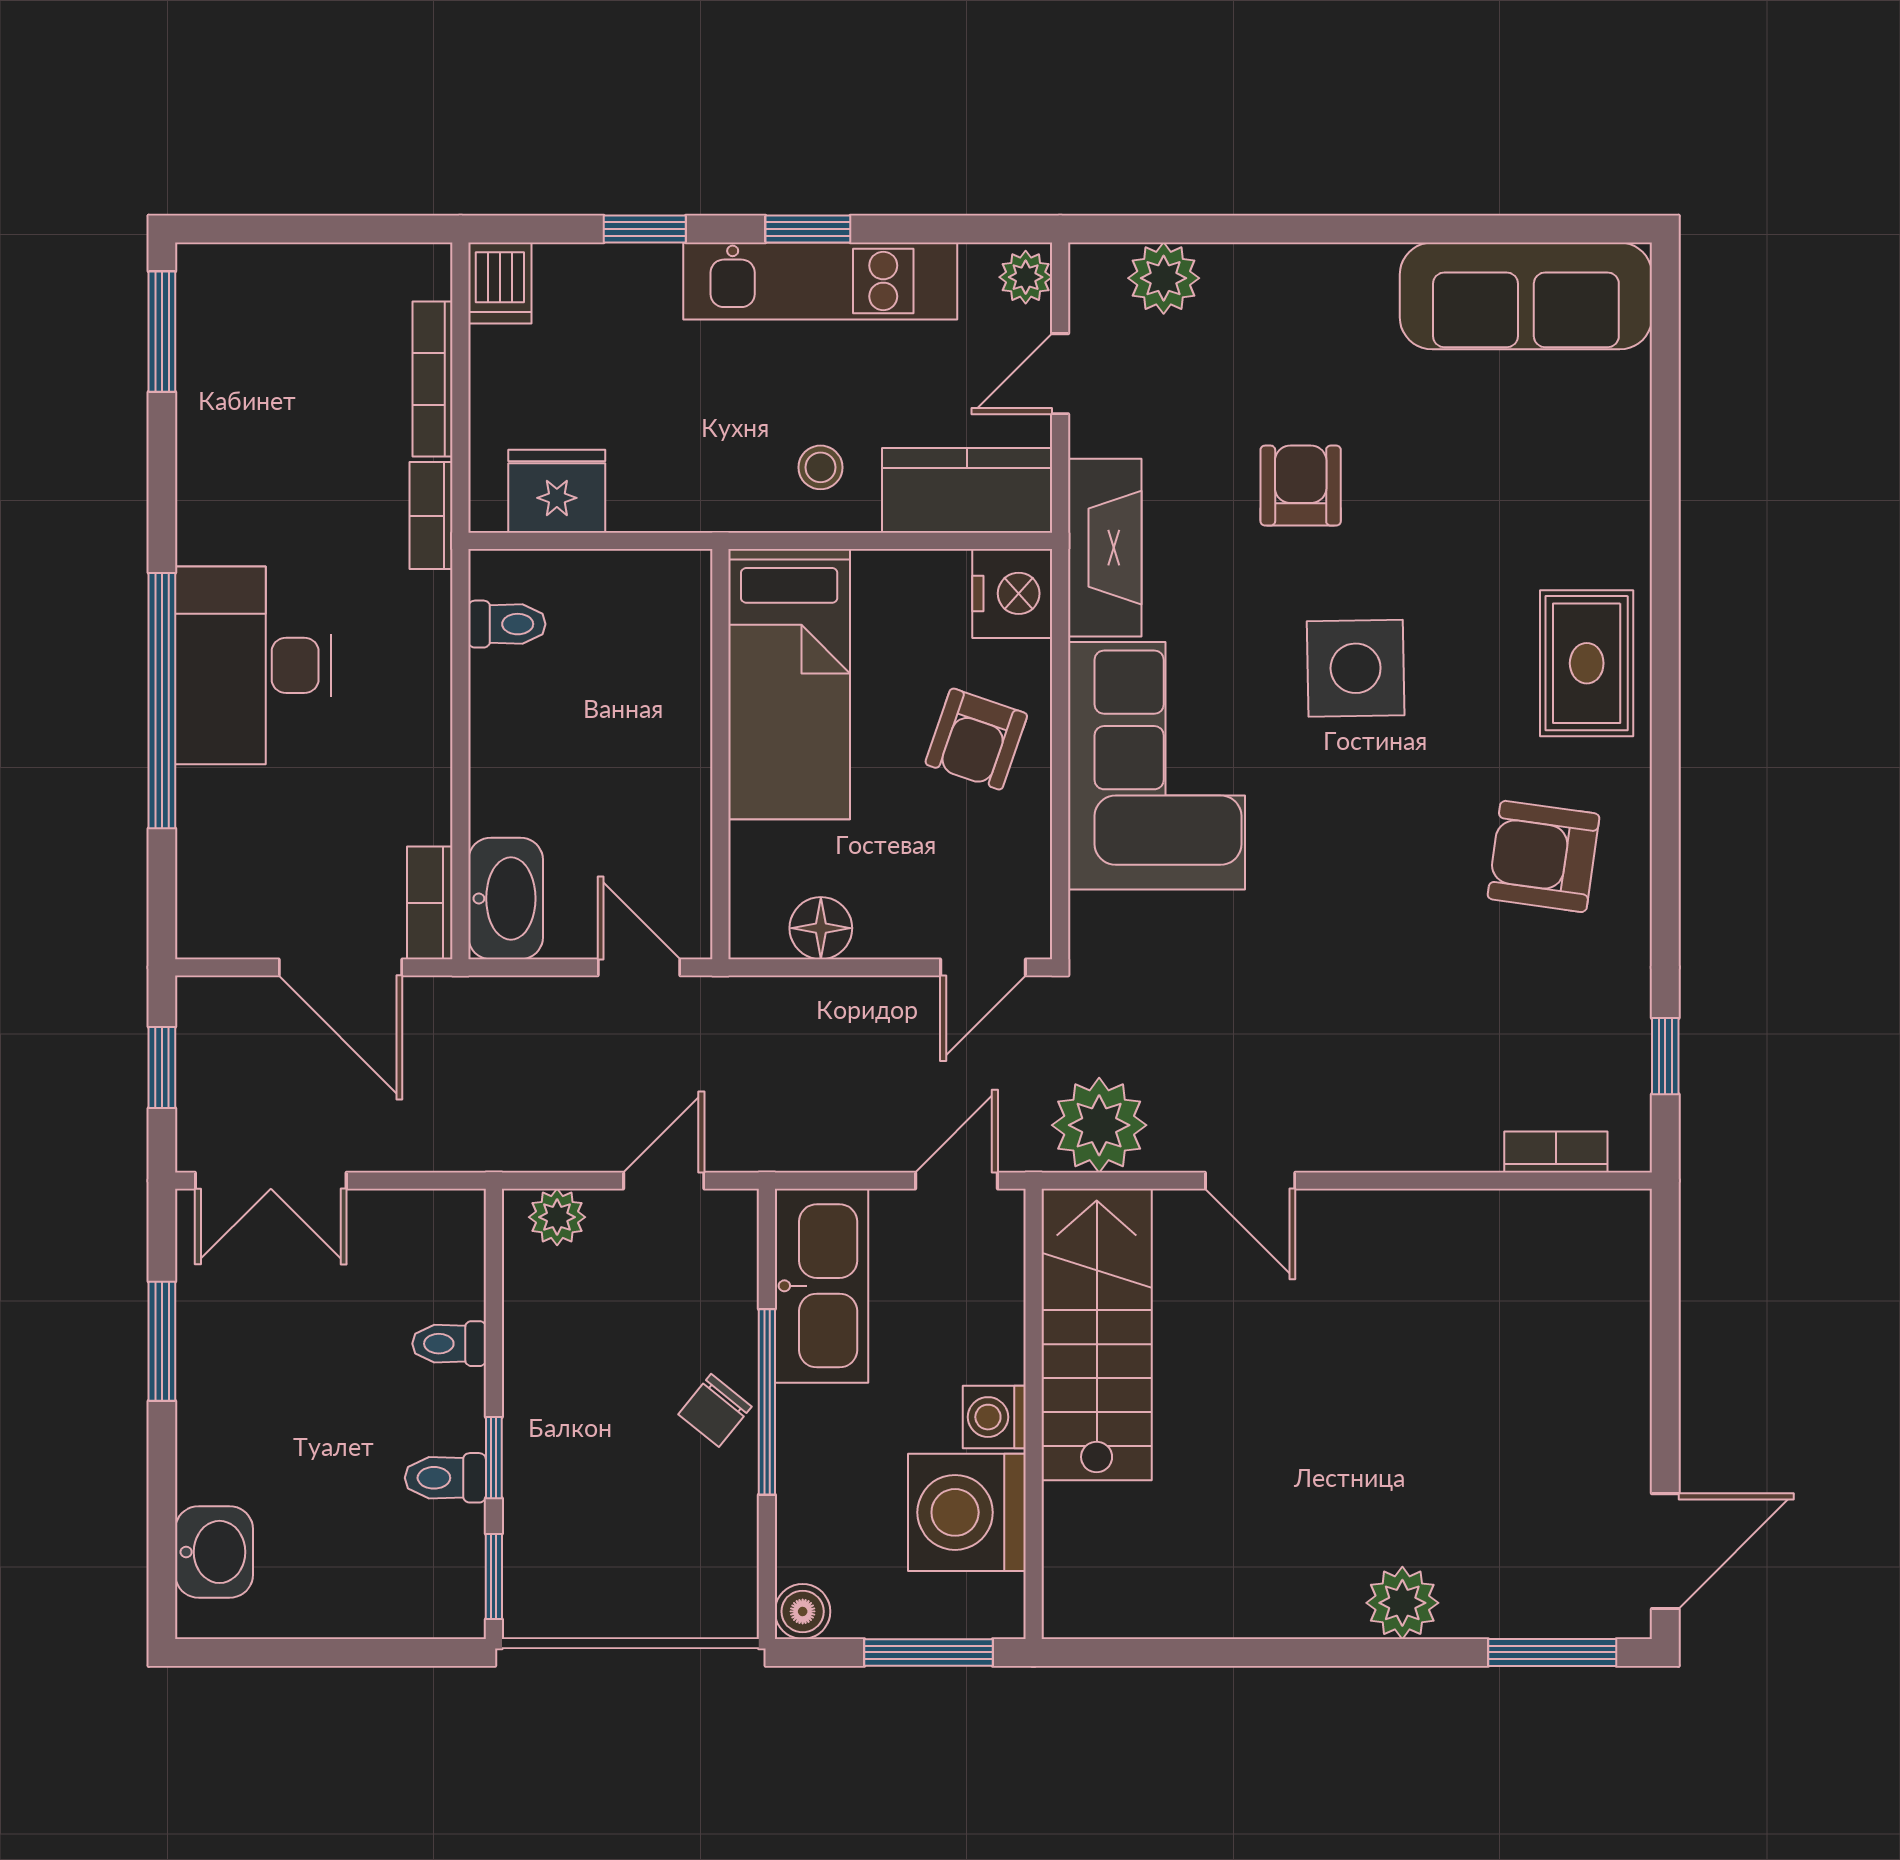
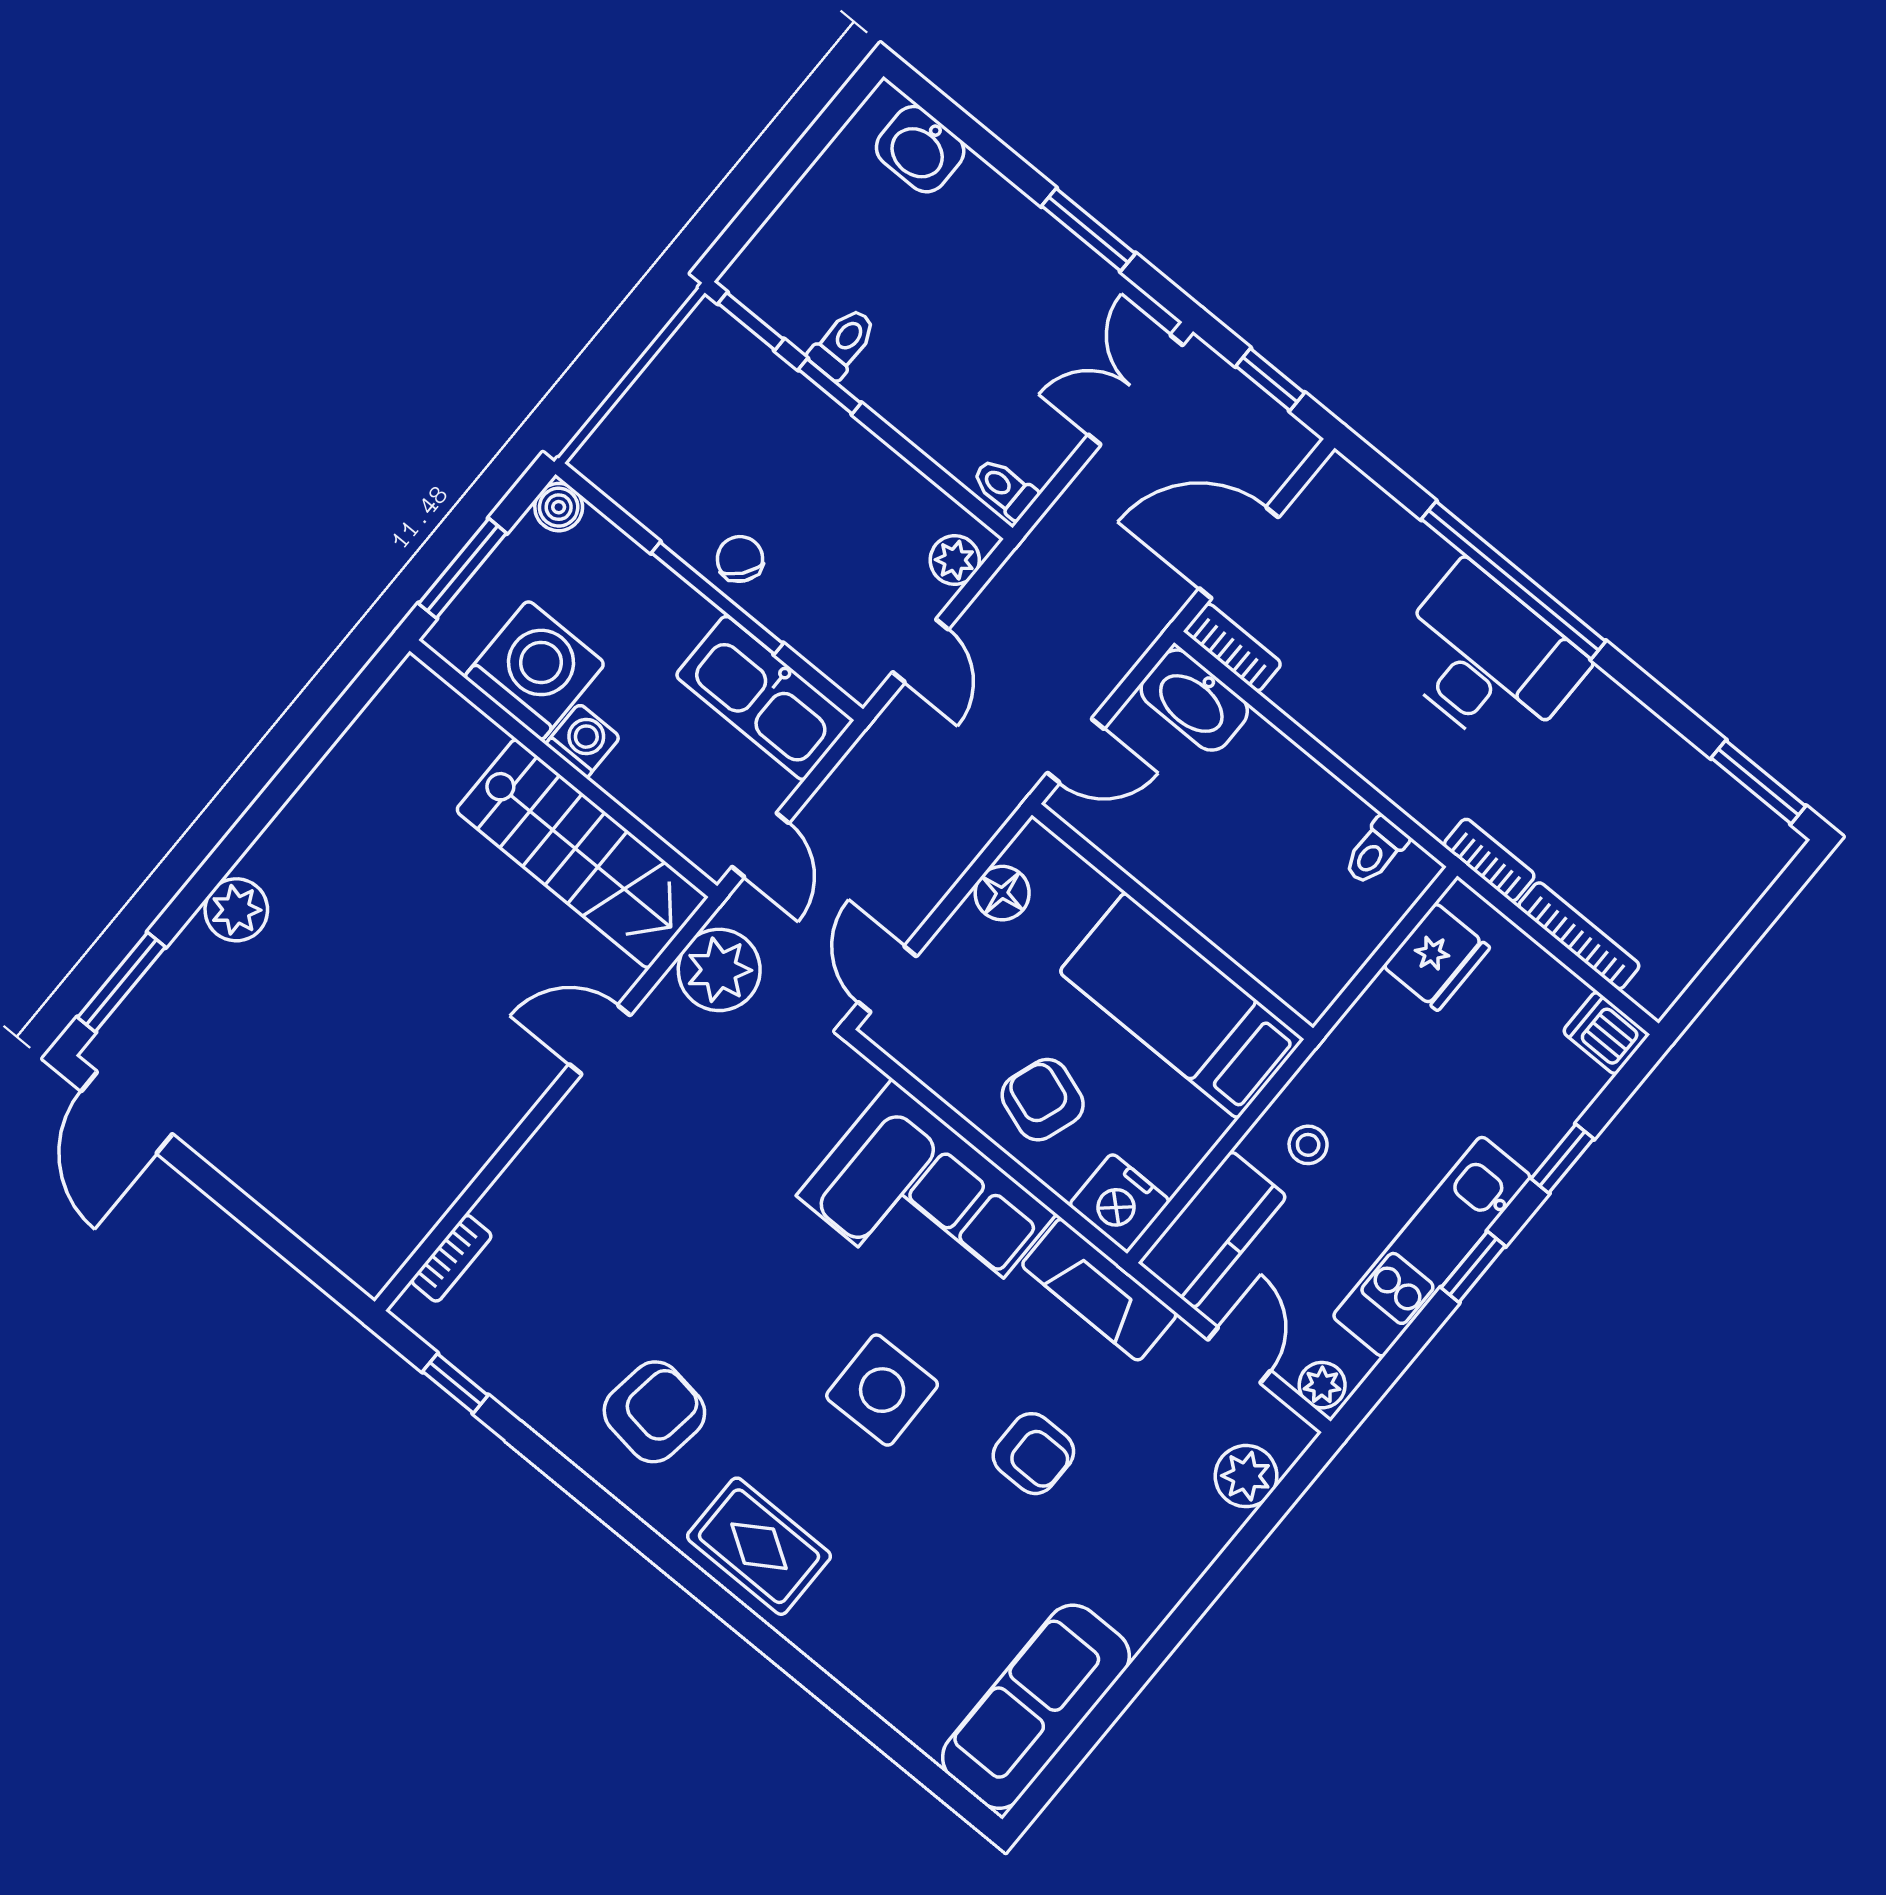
toilet: (449, 1344) -> (1005, 488), moved, turned -90

